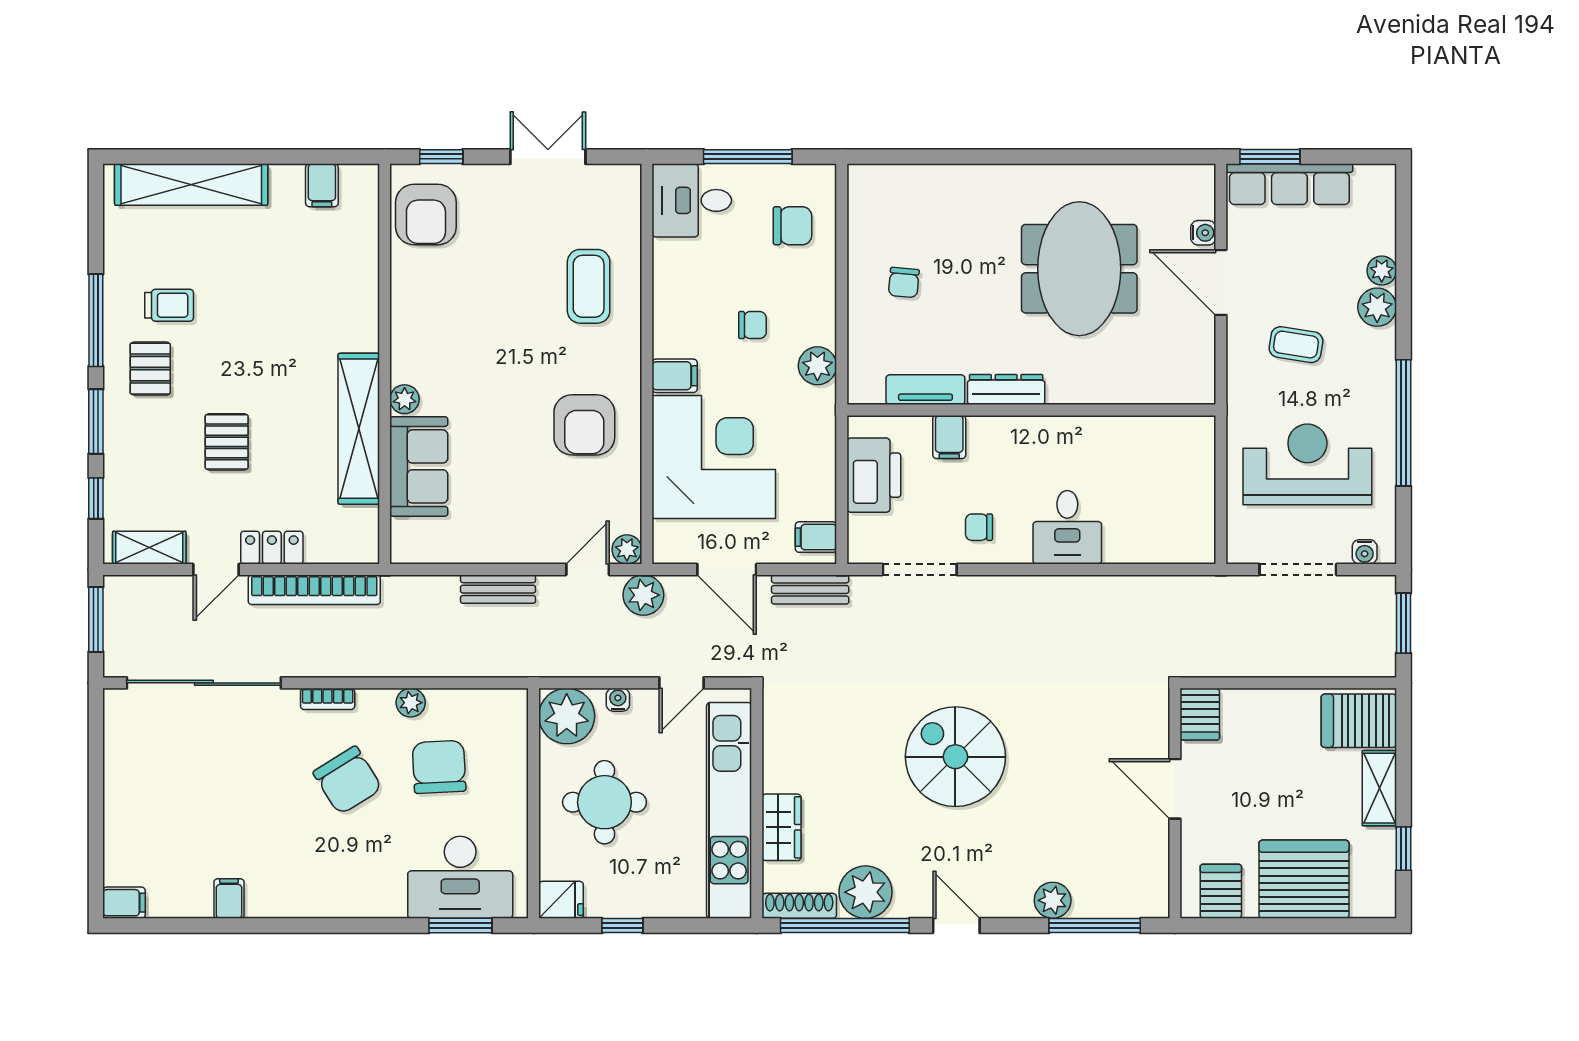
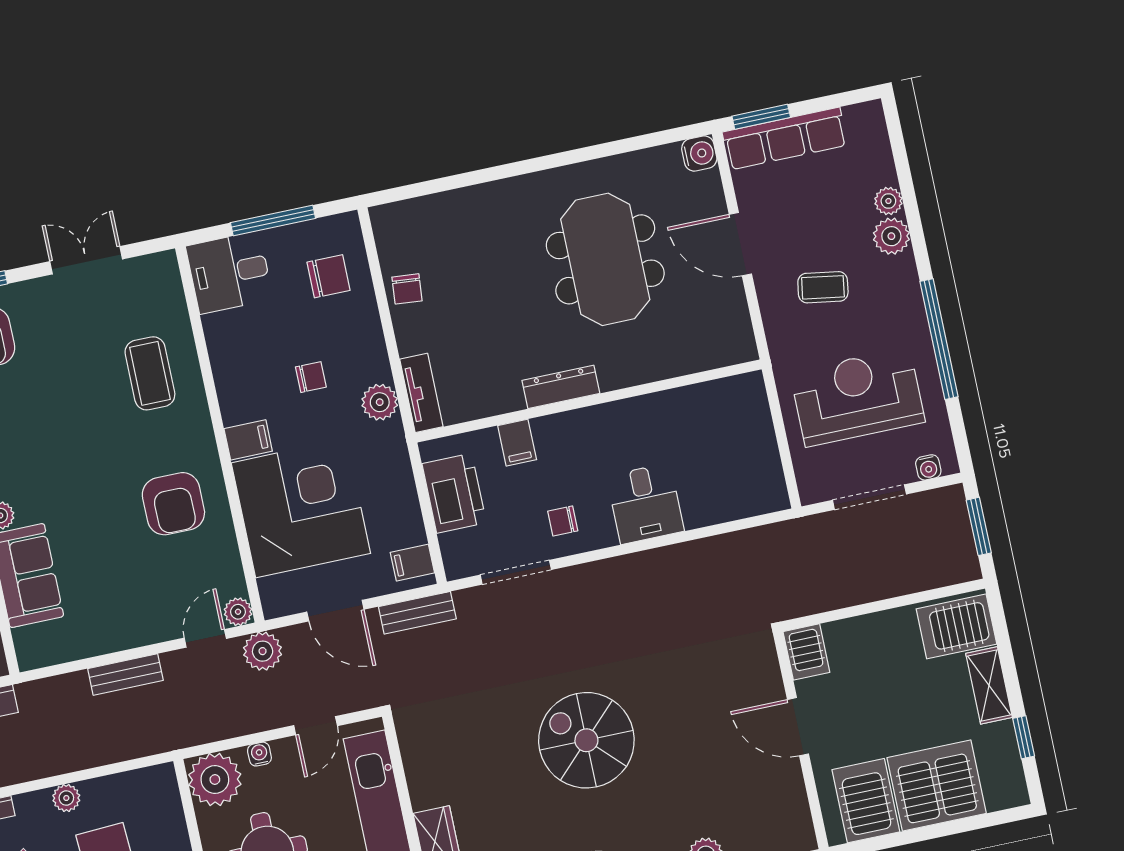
water cooler: (1203, 233) -> (699, 154), moved, width x1.38, depth x1.38
chair: (904, 282) -> (407, 289), moved
tv unit: (925, 390) -> (421, 393), moved, turned 90
server rack: (1221, 891) -> (866, 801), width x1.36, depth x1.44

